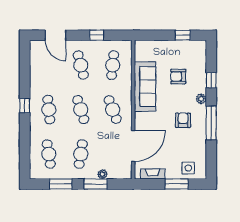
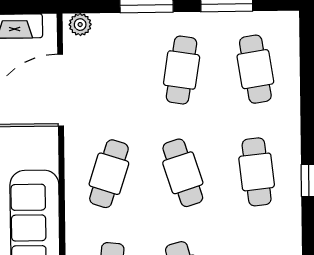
cafe table: (113, 110) -> (109, 174), turned 39
plant: (102, 174) -> (80, 25), moved

